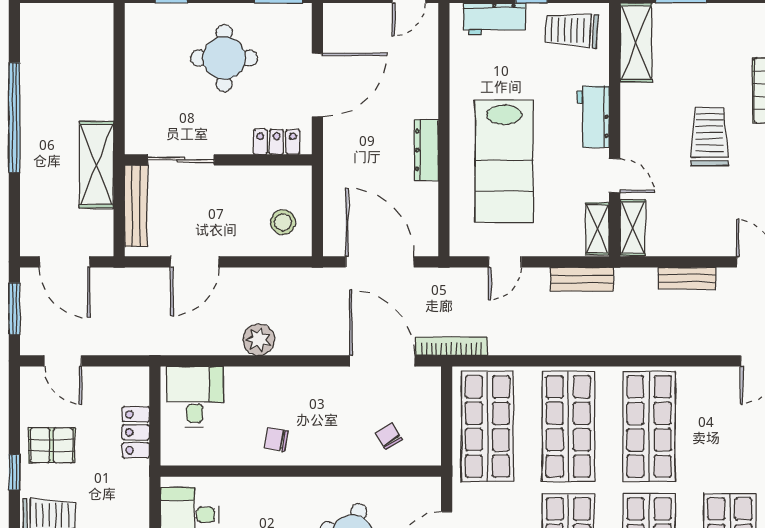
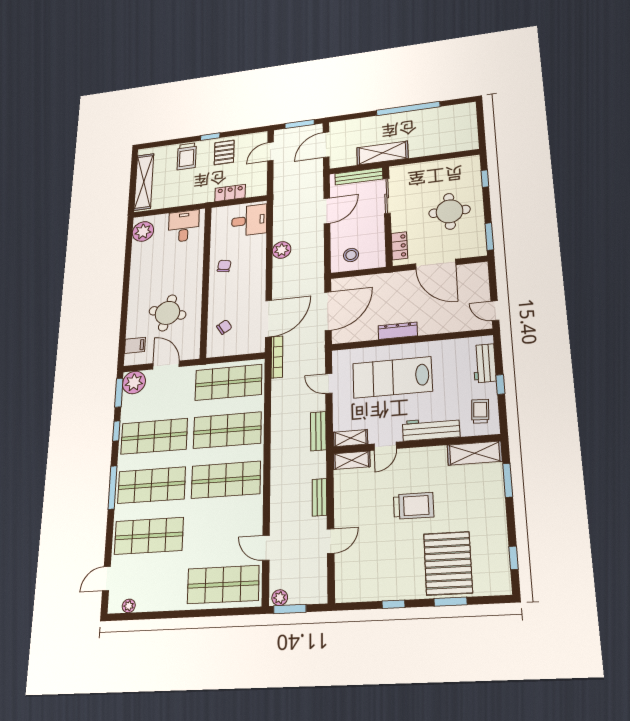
trolley: (571, 30) -> (480, 411), width x0.73, depth x0.72
workbench: (593, 117) -> (431, 429), width x1.37
door: (195, 262) -> (327, 211), swing flipped

